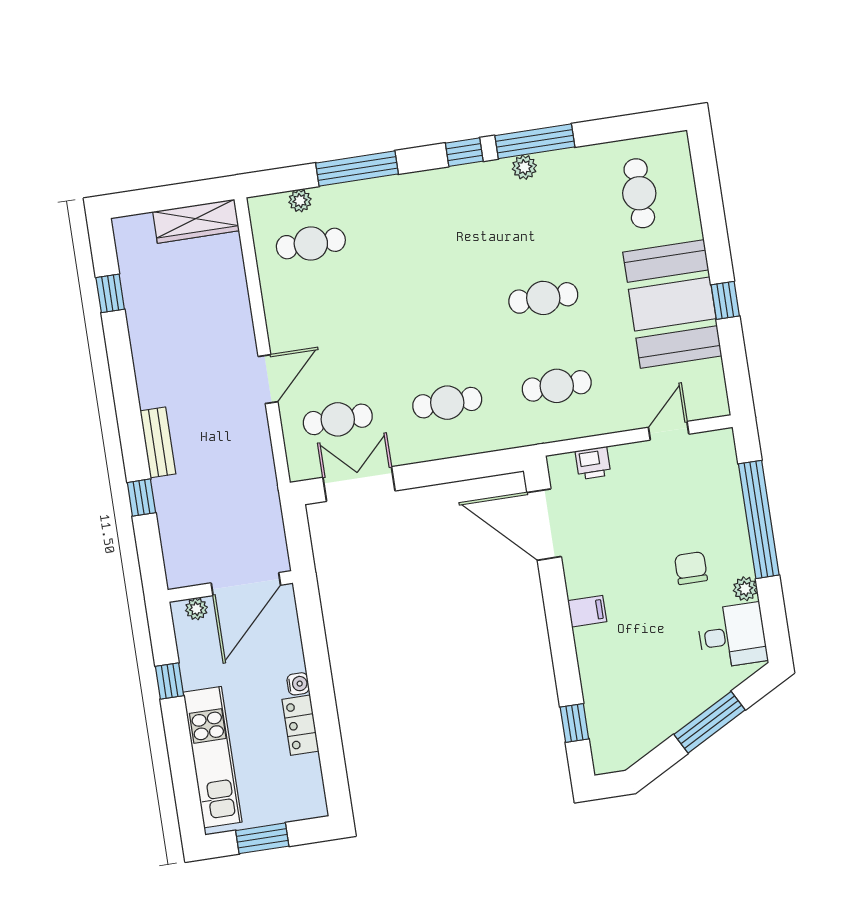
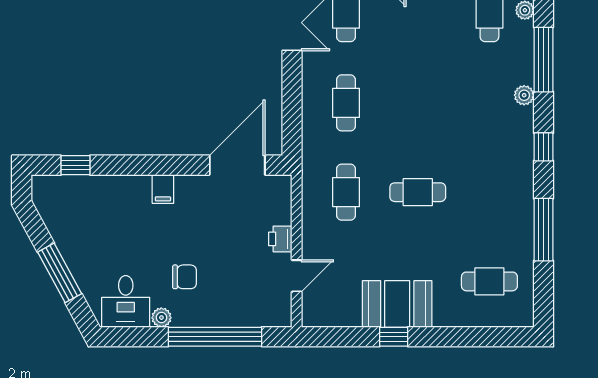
window: (535, 141) -> (544, 230), moved
plant: (524, 167) -> (524, 95), moved
cafe table: (543, 298) -> (418, 192), turned 90
booth: (672, 304) -> (397, 304), width x0.73, depth x0.70
door: (669, 431) -> (297, 276), hinge flipped
printer: (593, 463) -> (280, 239), moved

